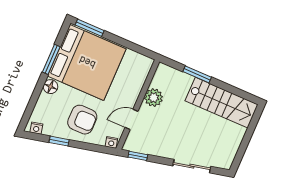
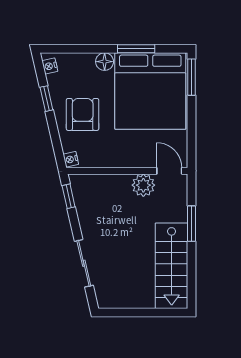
door: (132, 119) -> (169, 171), moved
armchair: (82, 120) -> (83, 114), turned 180

